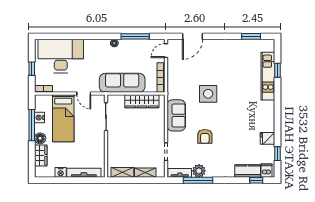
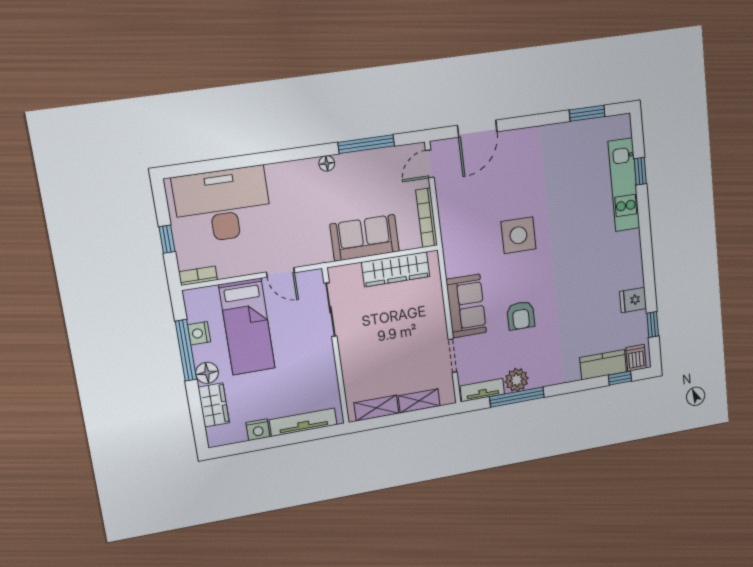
sofa: (122, 83) -> (365, 238), width x0.73
sofa: (176, 115) -> (466, 306), moved

